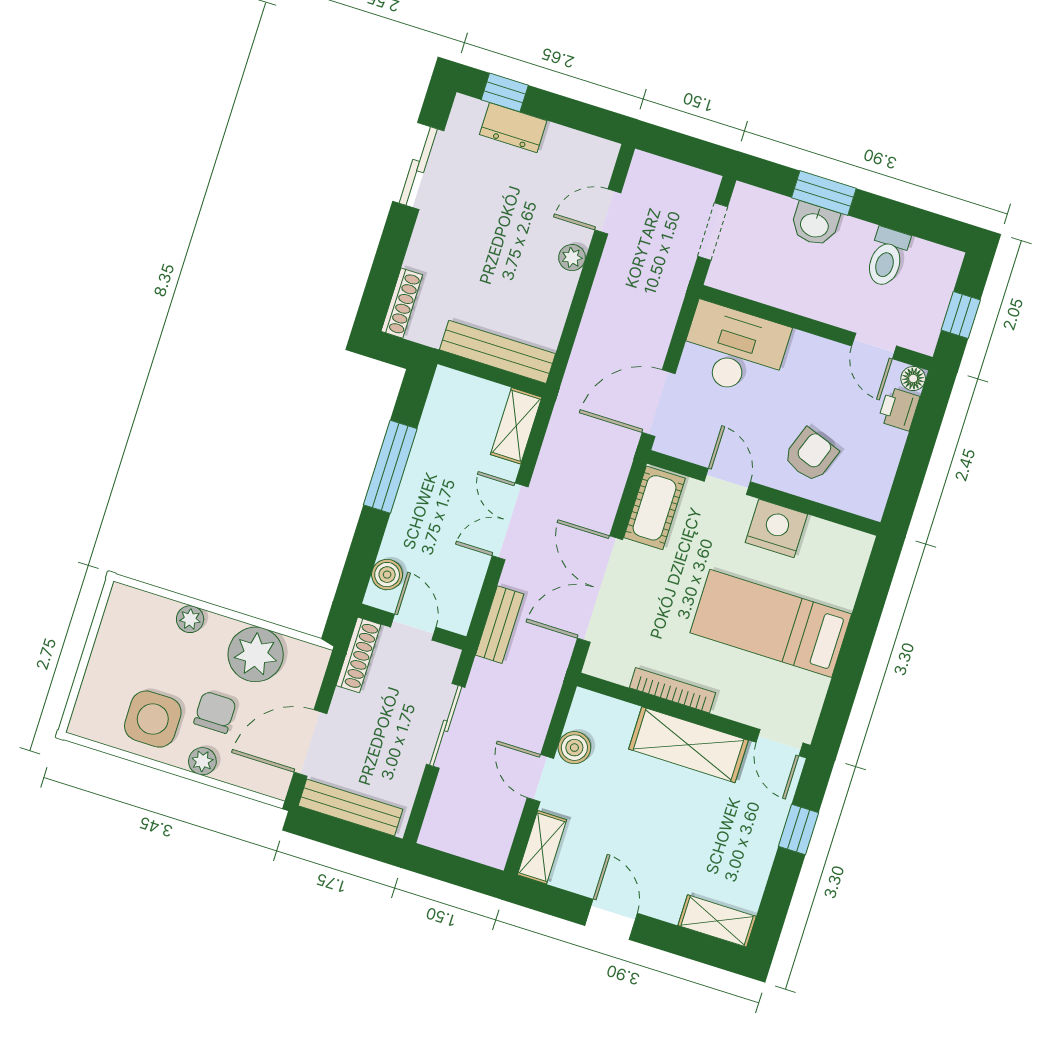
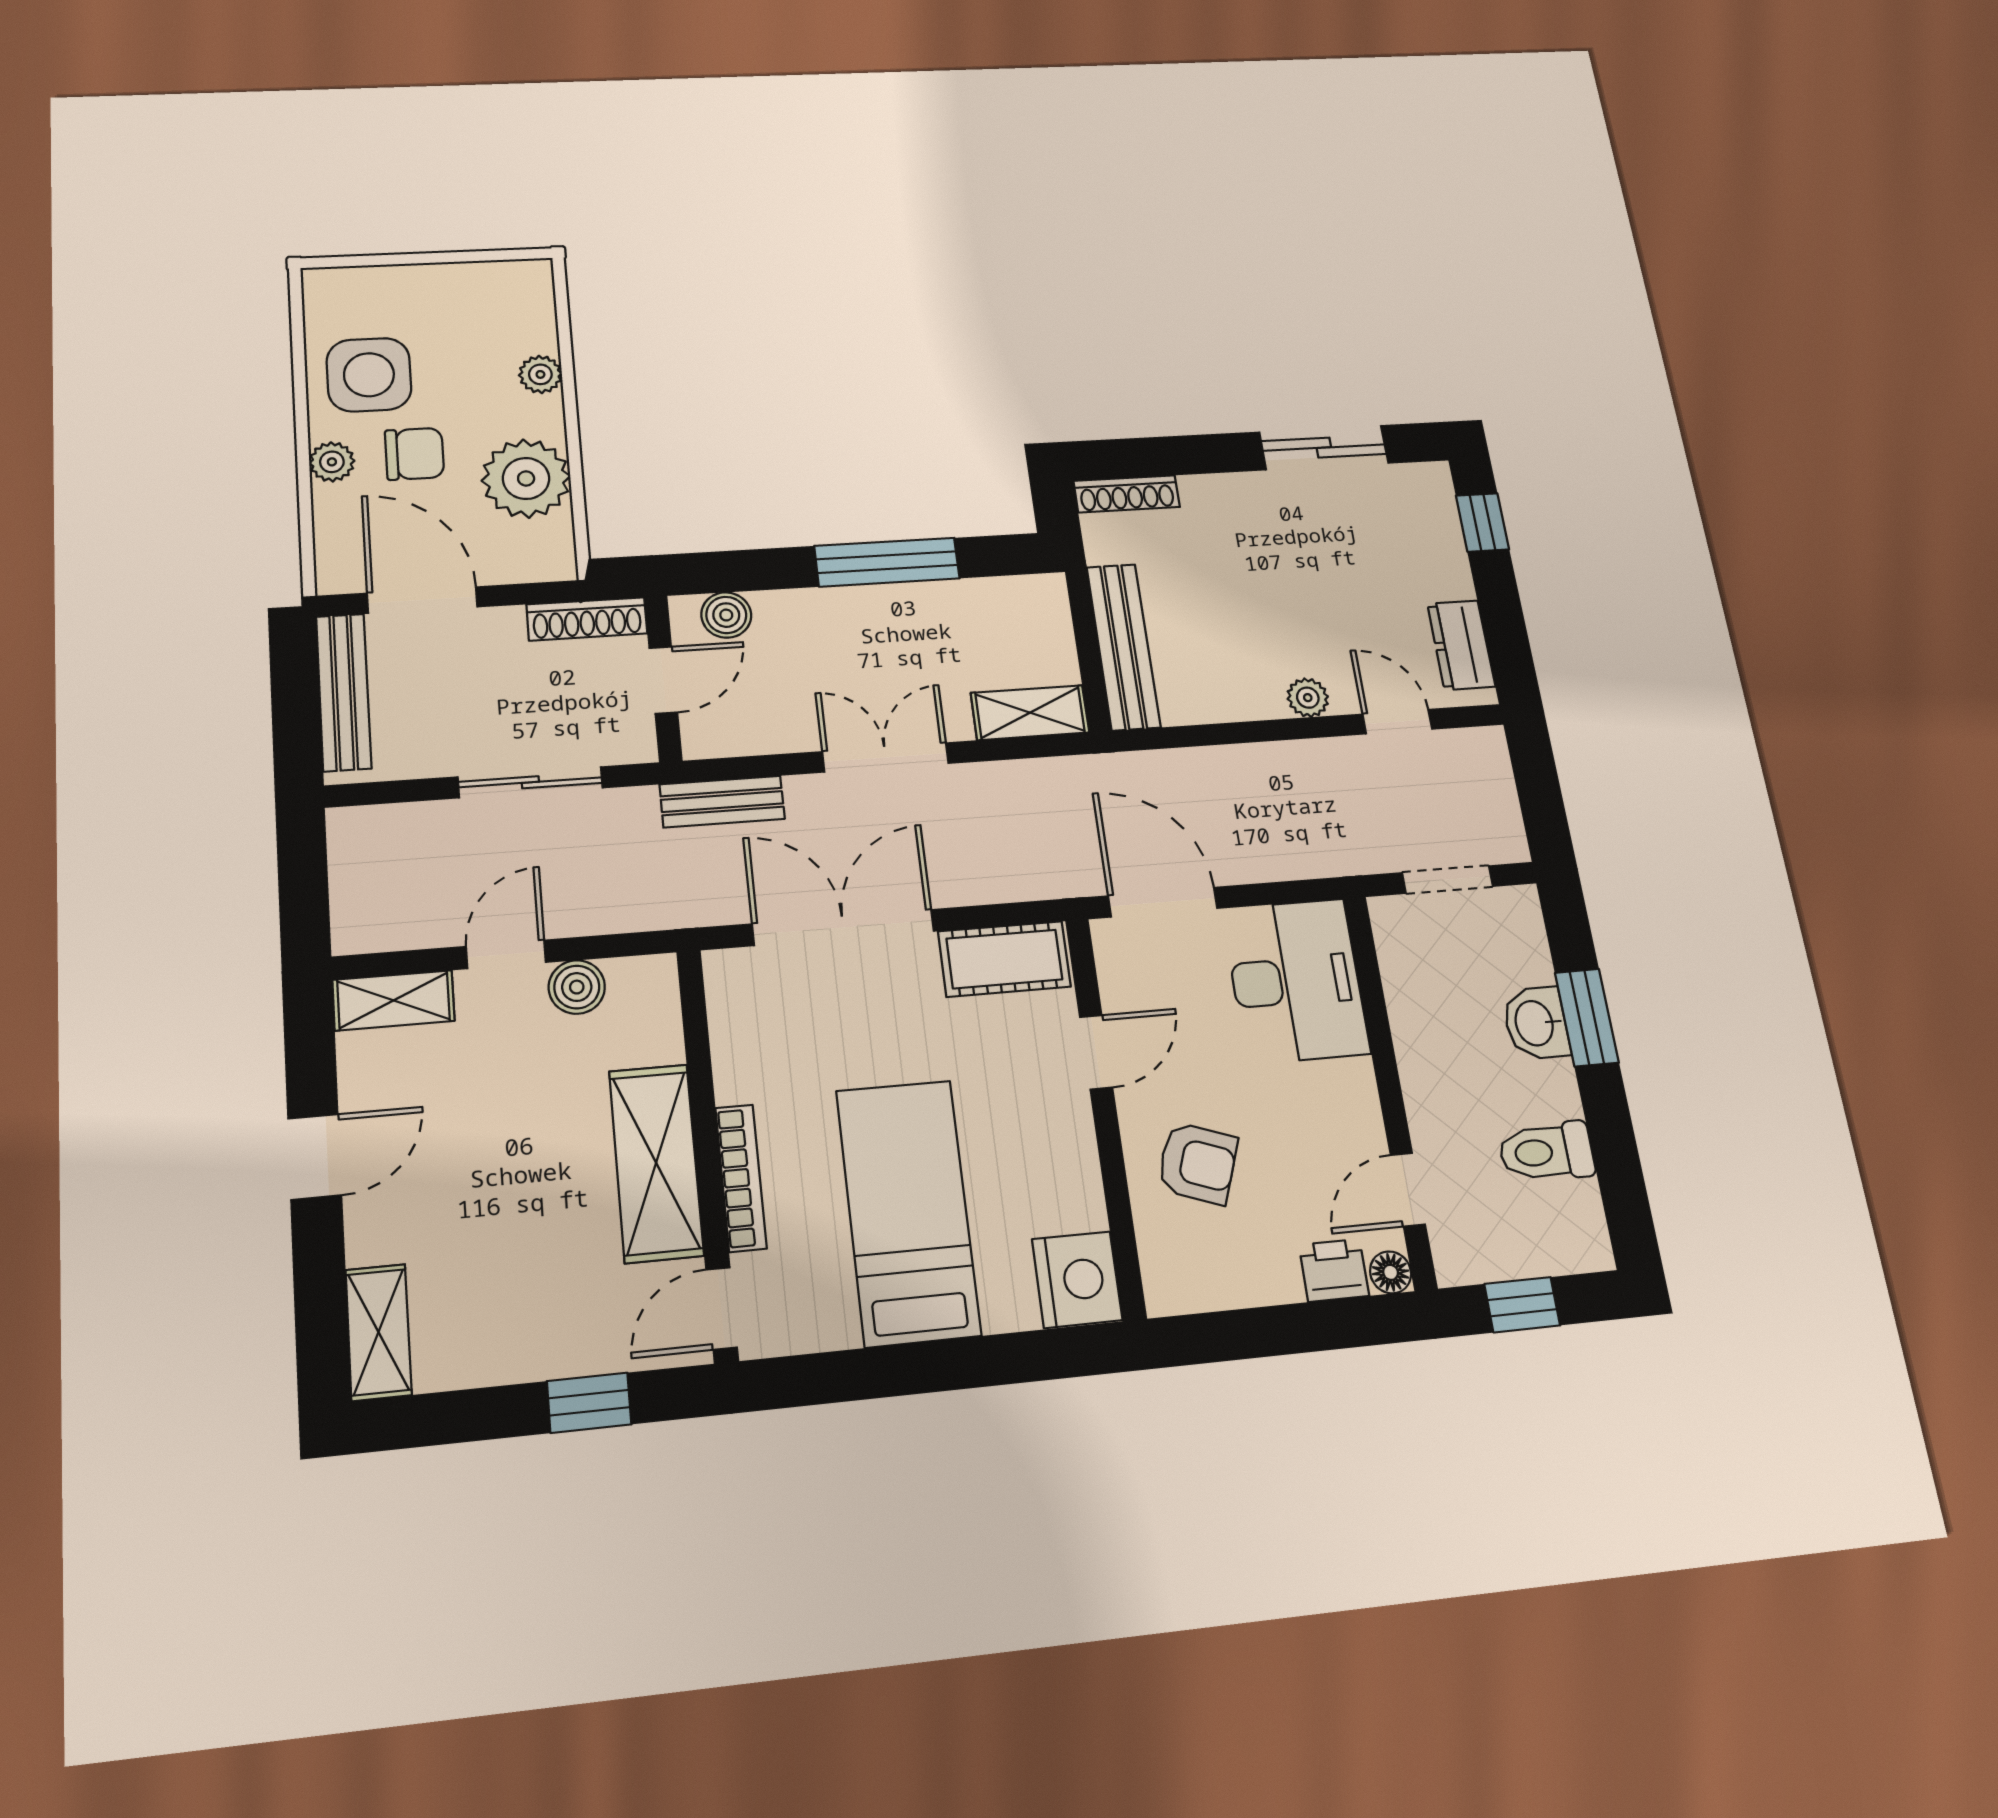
dresser: (513, 128) -> (1461, 645), moved
nightstand: (776, 528) -> (1077, 1280), moved
bookcase: (672, 690) -> (741, 1178), moved

